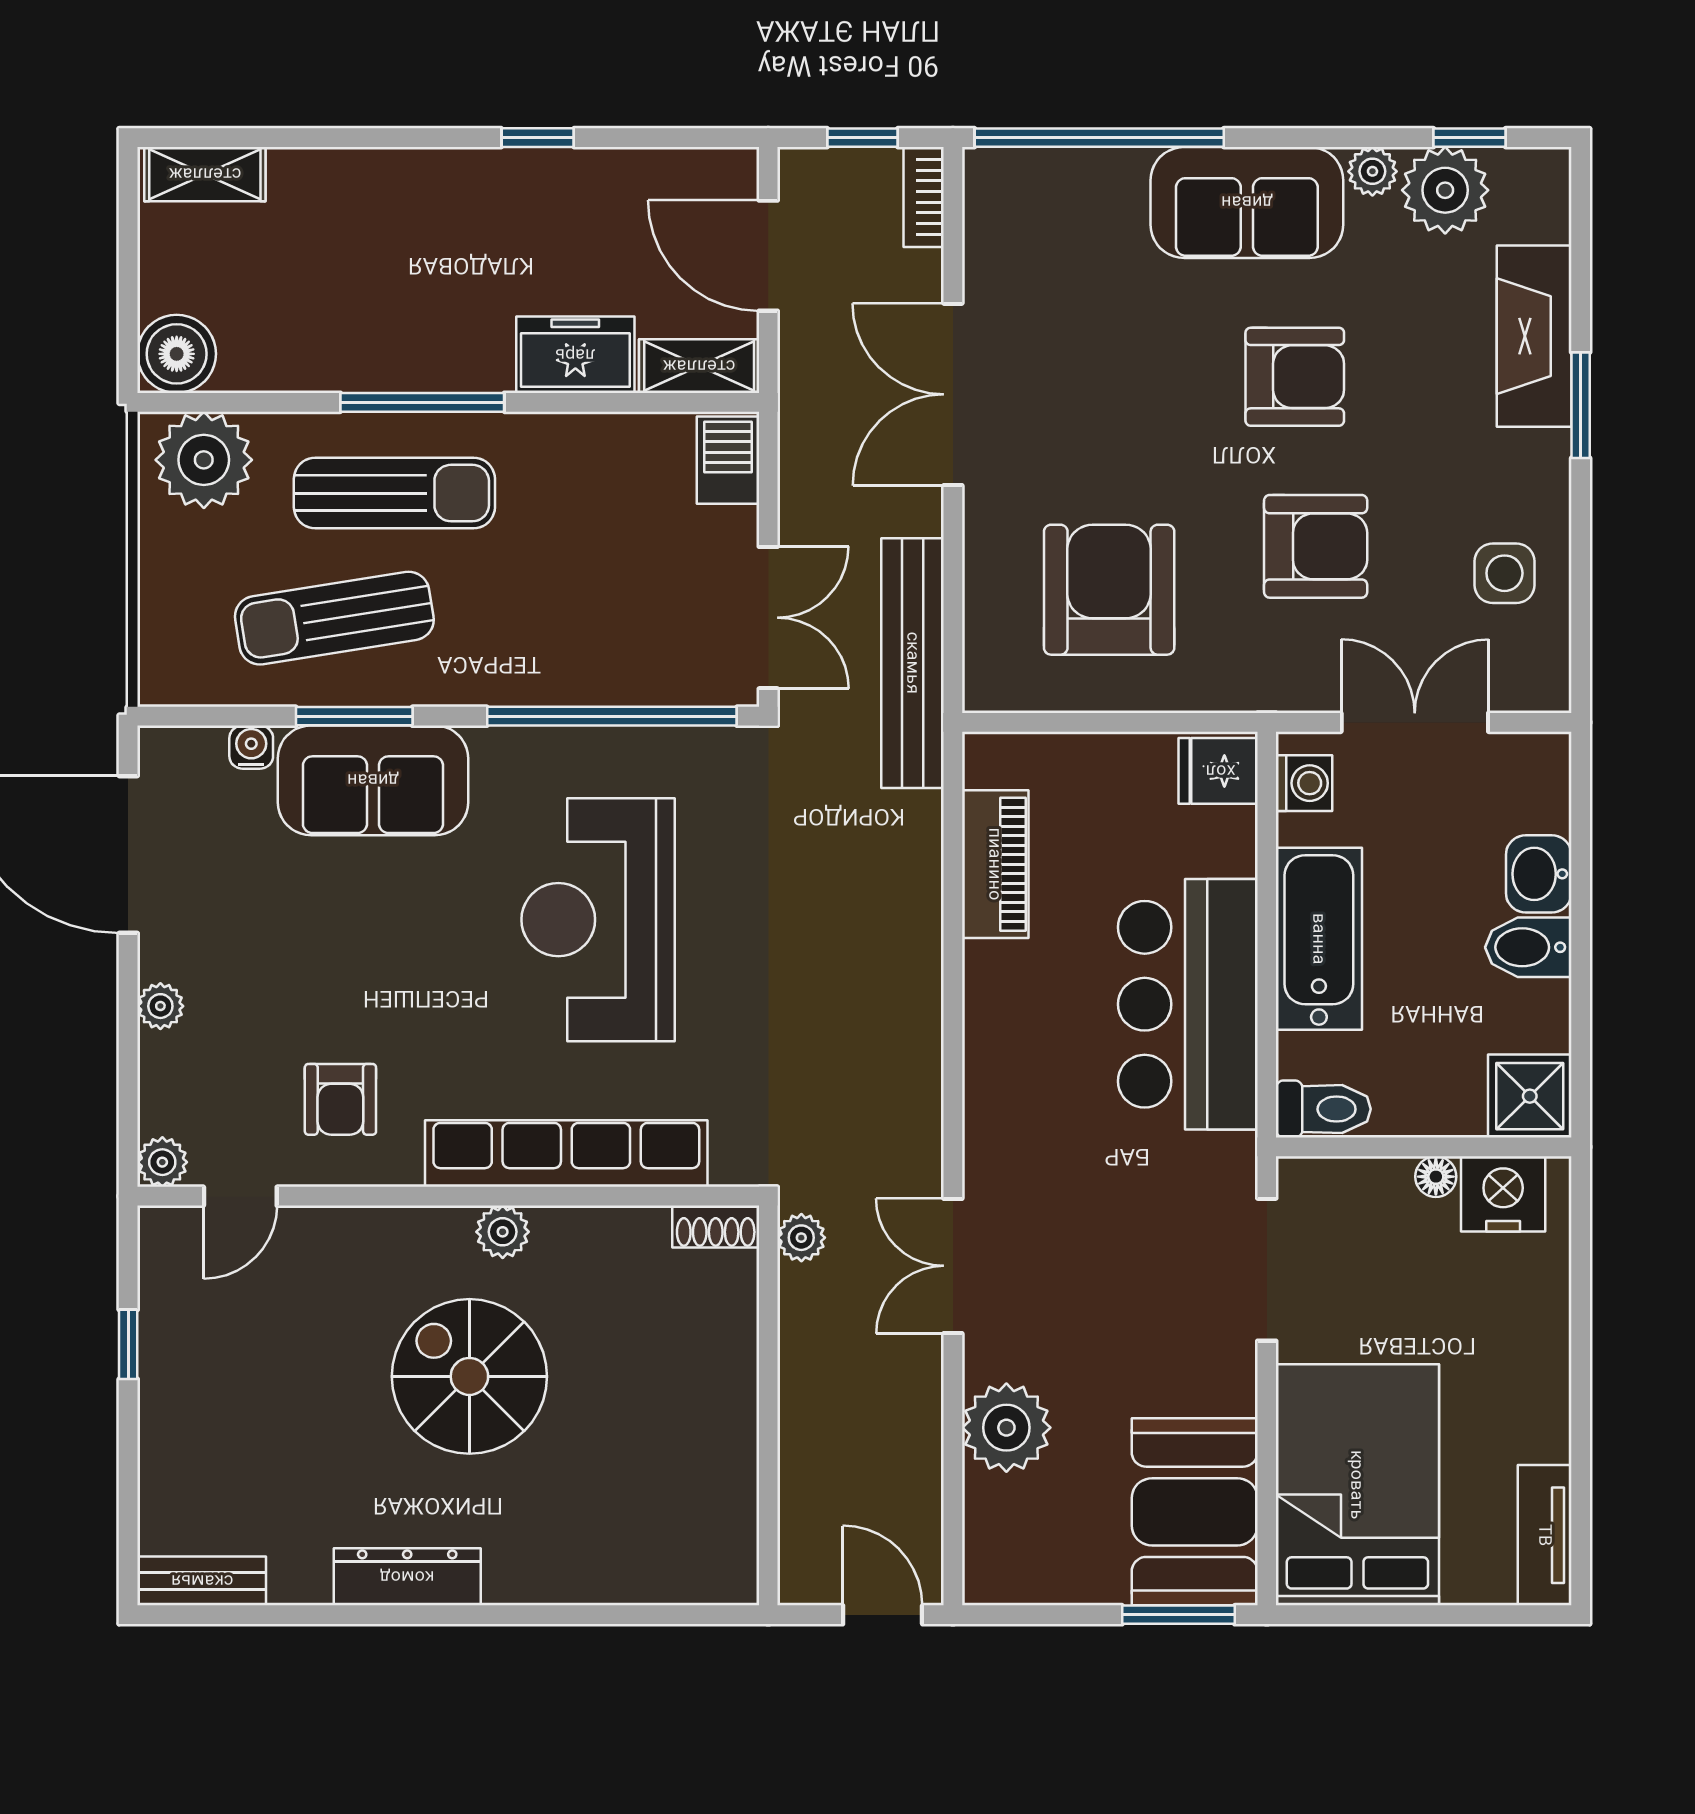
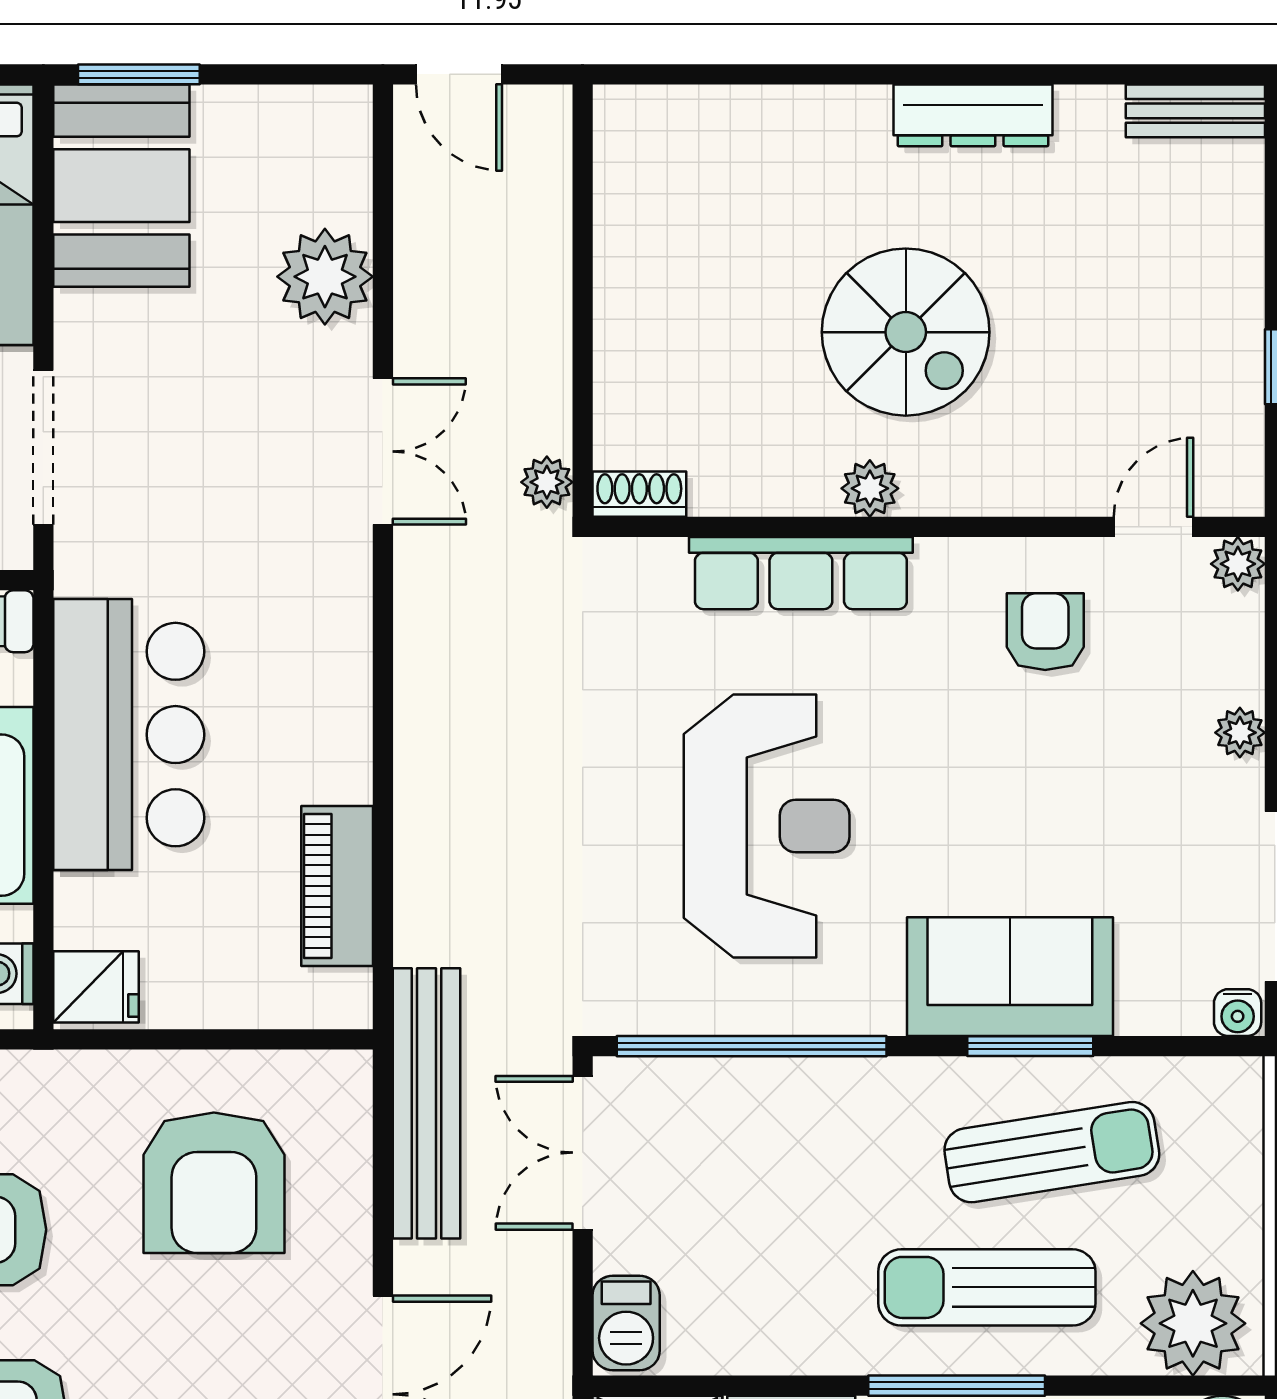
water cooler: (251, 747) -> (1238, 1013), moved
row of seats: (566, 1154) -> (801, 573), width x0.73

